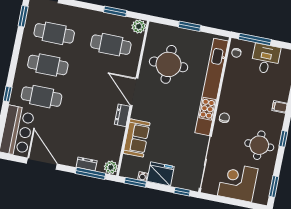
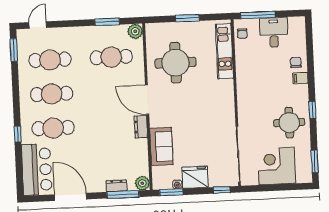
kitchen unit: (212, 87) -> (224, 51), width x0.54
chair: (224, 118) -> (296, 62), moved

